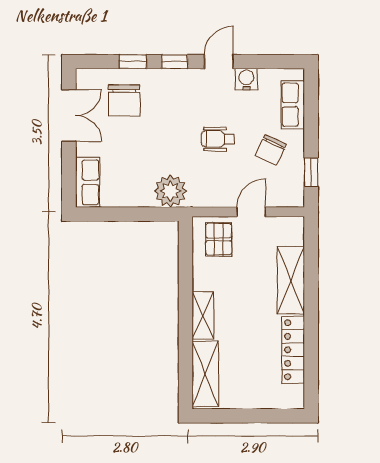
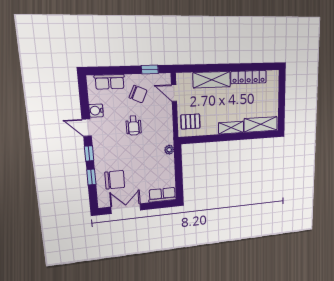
plant: (170, 191) -> (169, 150), width x0.53, depth x0.53
door: (251, 212) -> (174, 93), moved

